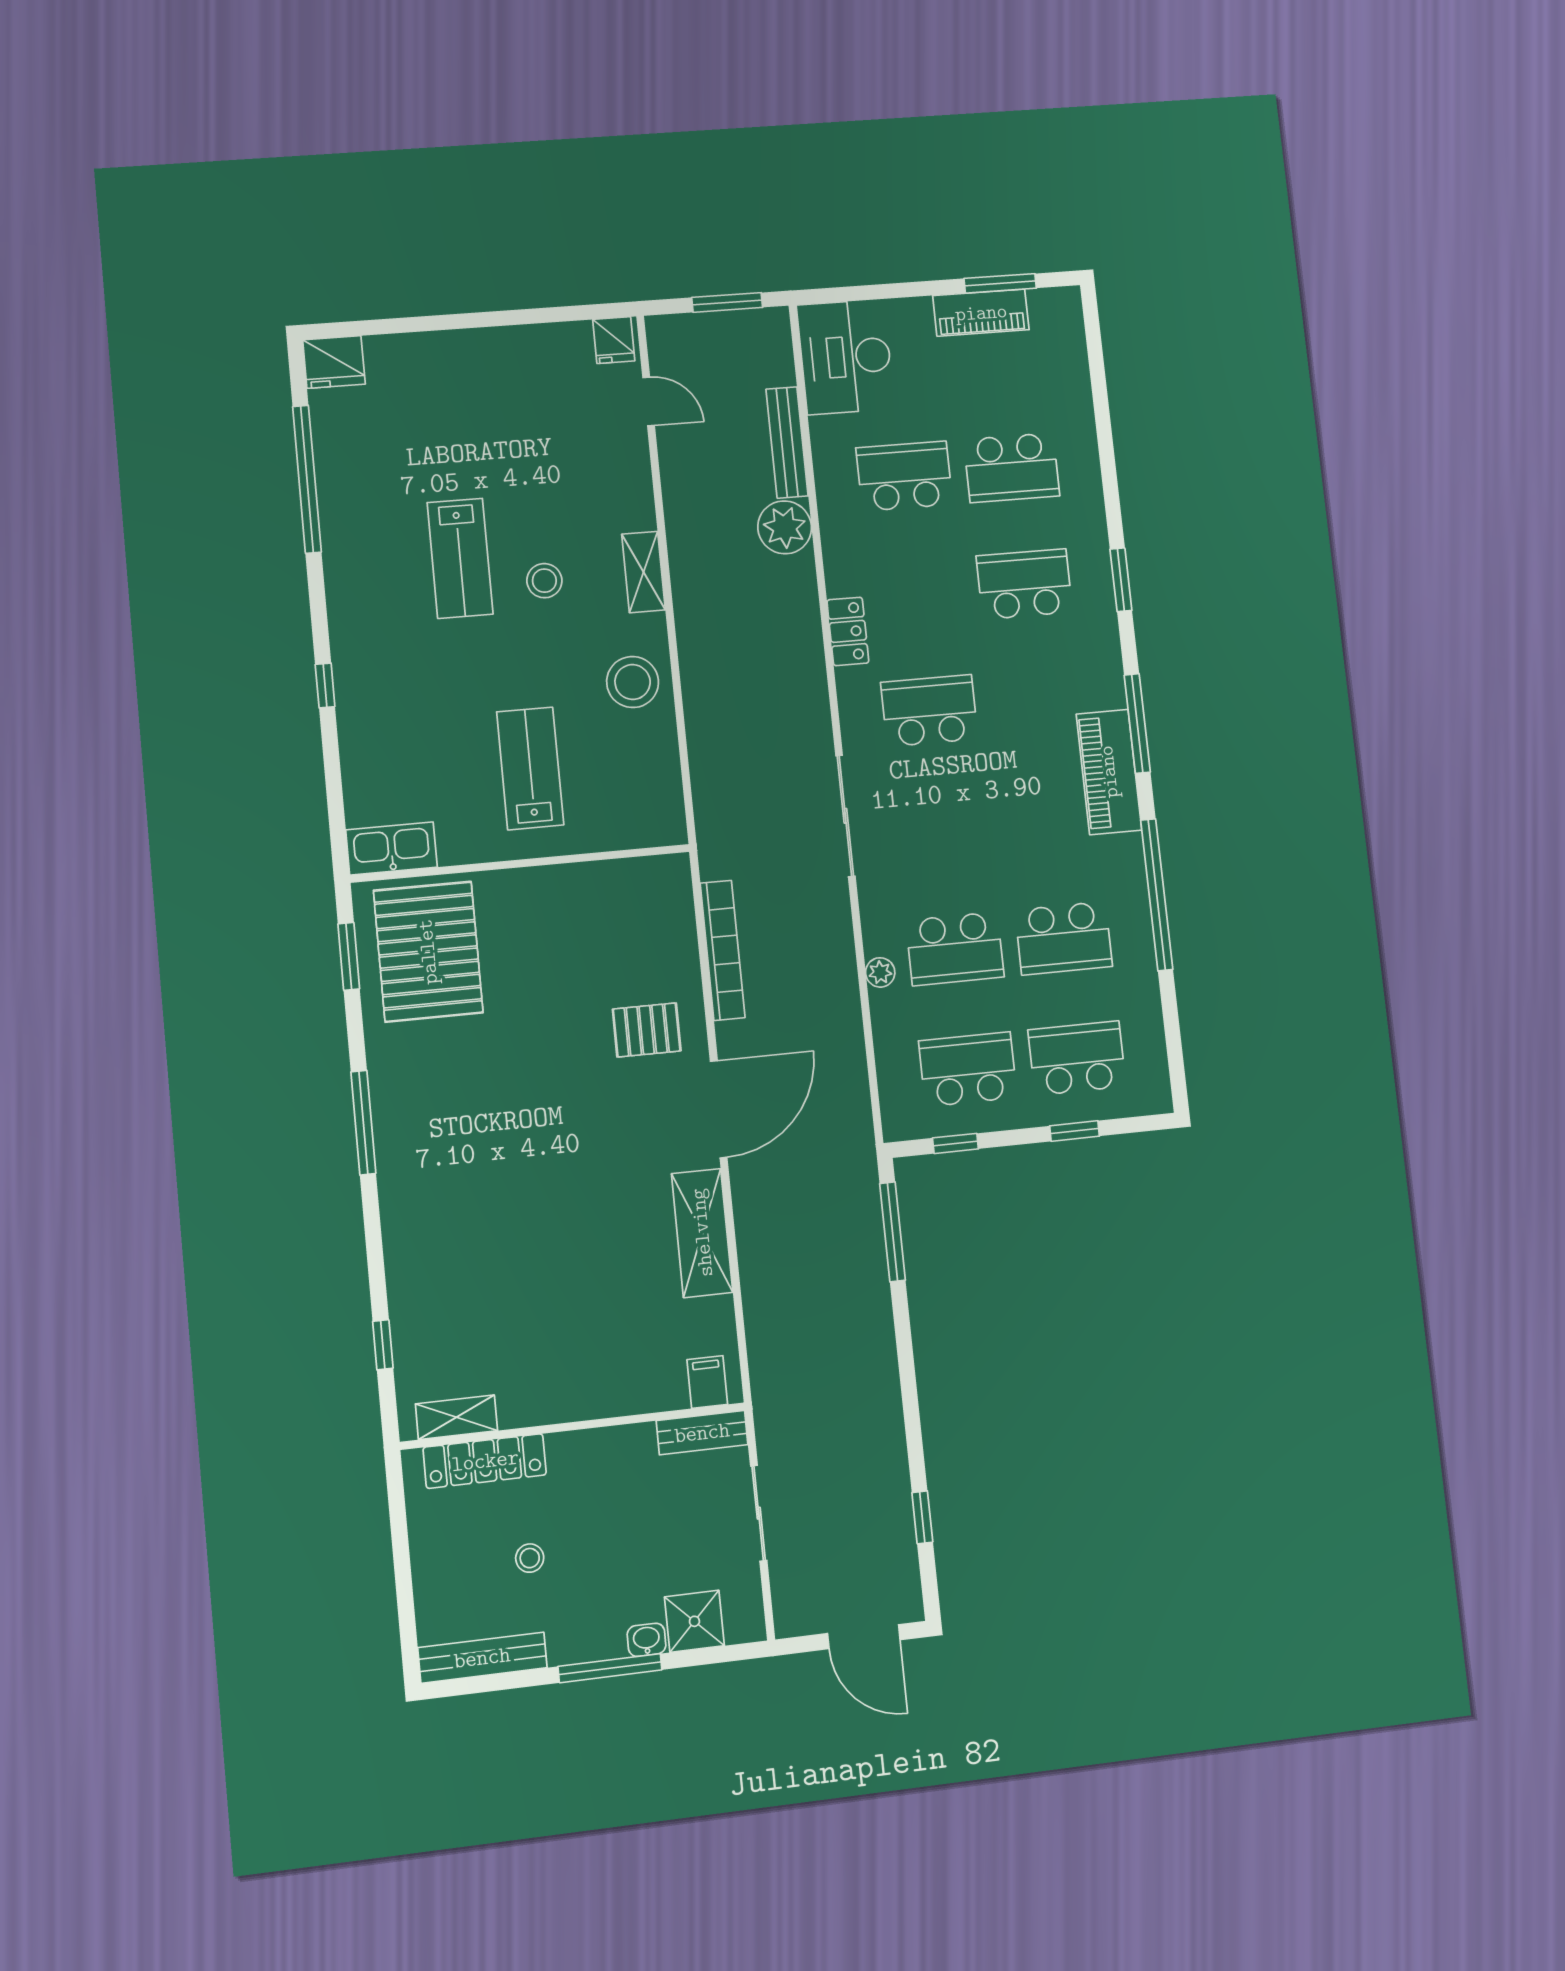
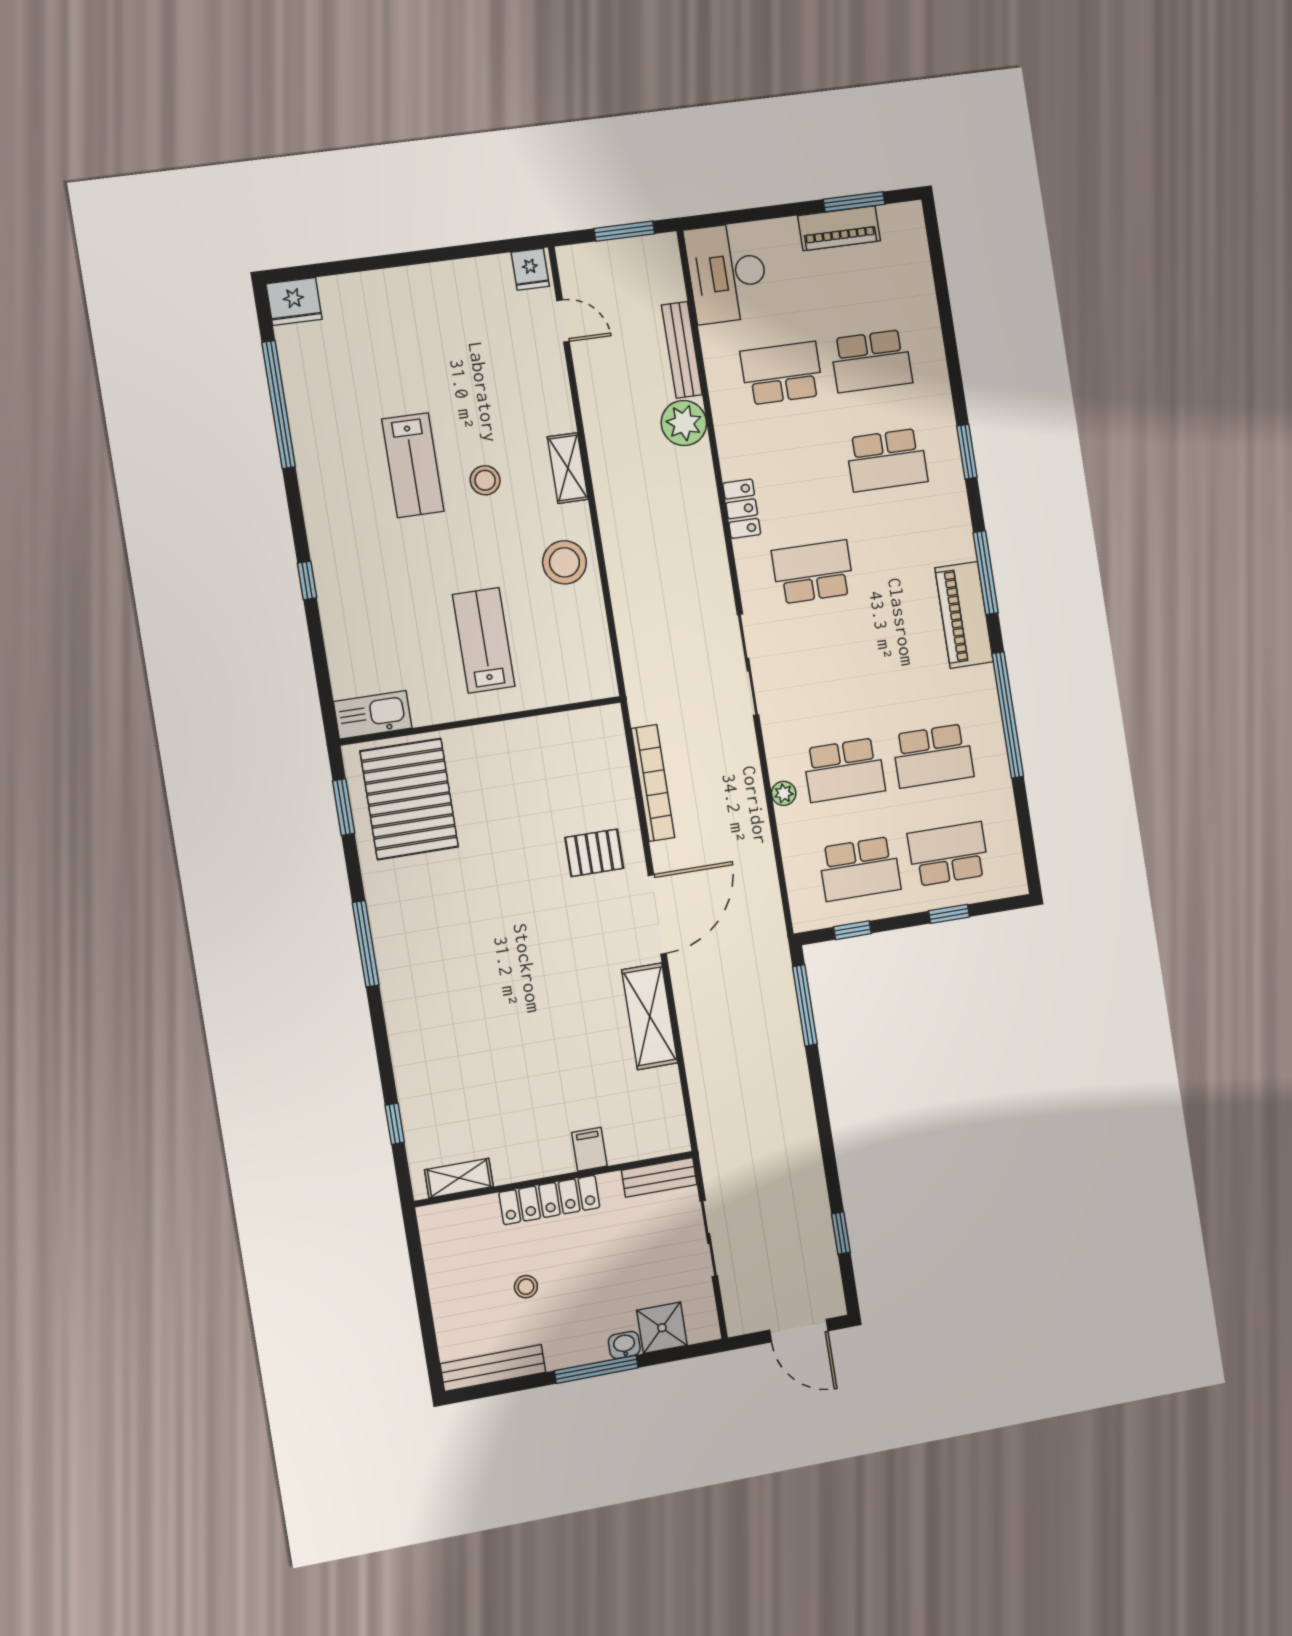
school desk: (1024, 584) -> (887, 460), turned 180
school desk: (968, 1069) -> (860, 869), turned 180
filing cabinet: (707, 1382) -> (589, 1149), moved
locker: (485, 1461) -> (549, 1200), moved

